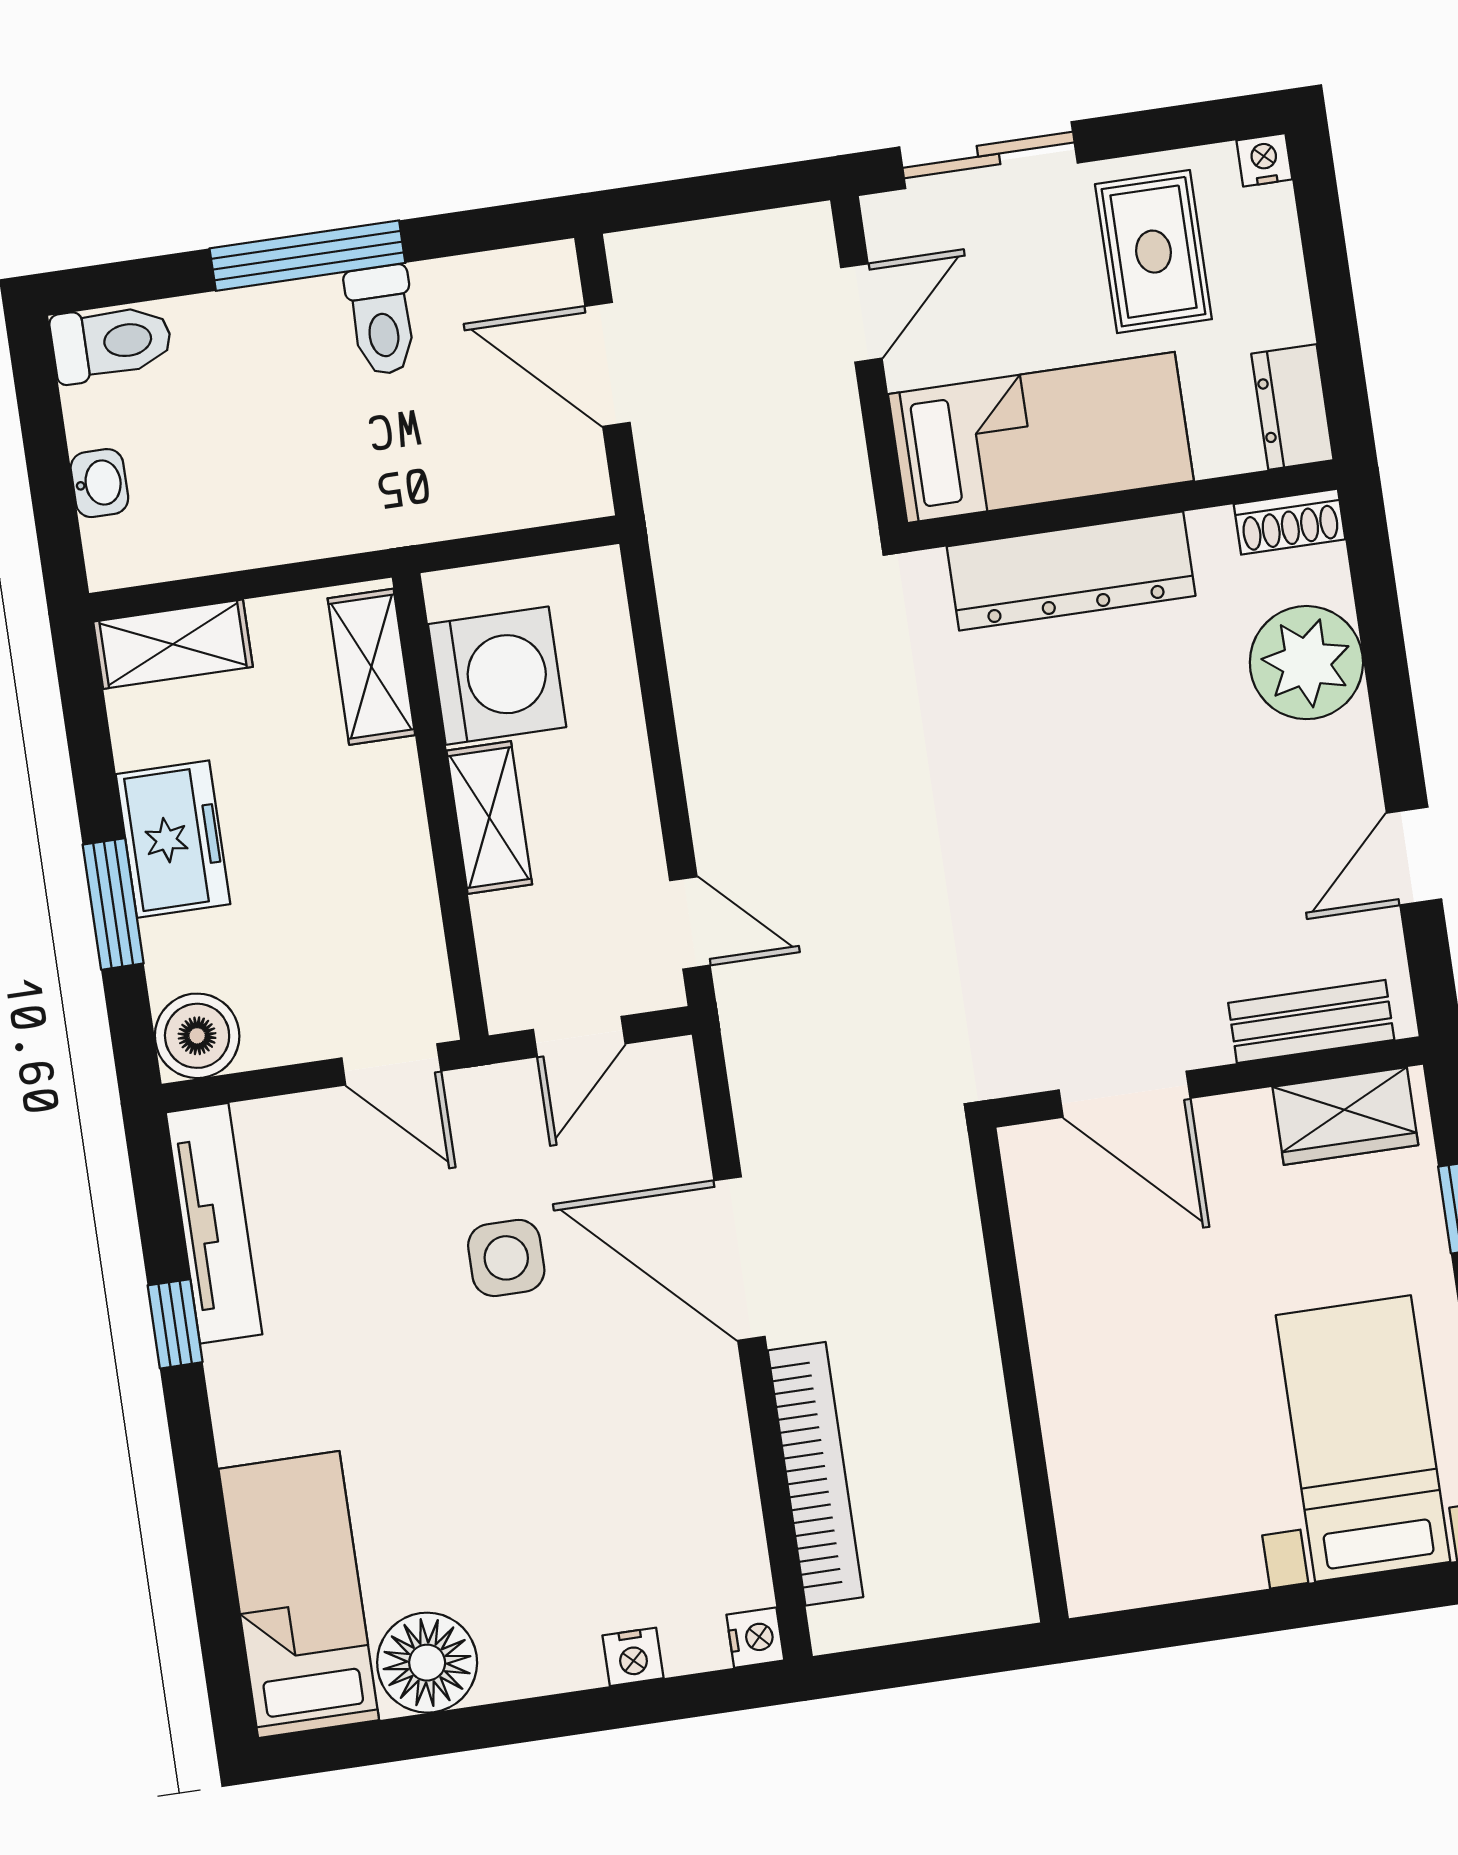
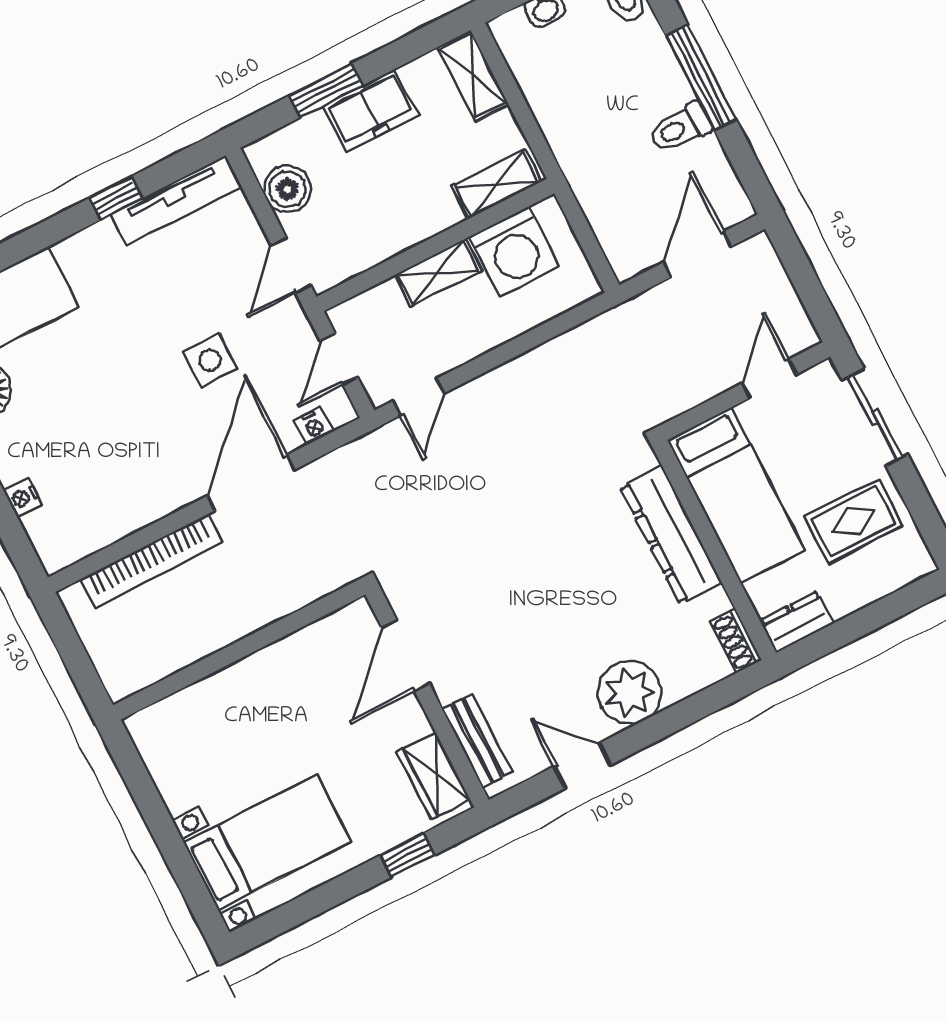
nightstand: (1264, 160) -> (922, 563), removed
door: (861, 313) -> (770, 379), swing flipped
plant: (1306, 663) -> (630, 693), moved
boiler: (197, 1036) -> (287, 189), moved
door: (579, 1037) -> (339, 359), hinge flipped
nightstand: (755, 1638) -> (313, 426), moved

